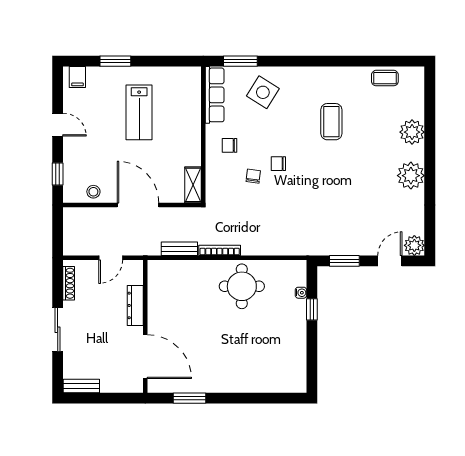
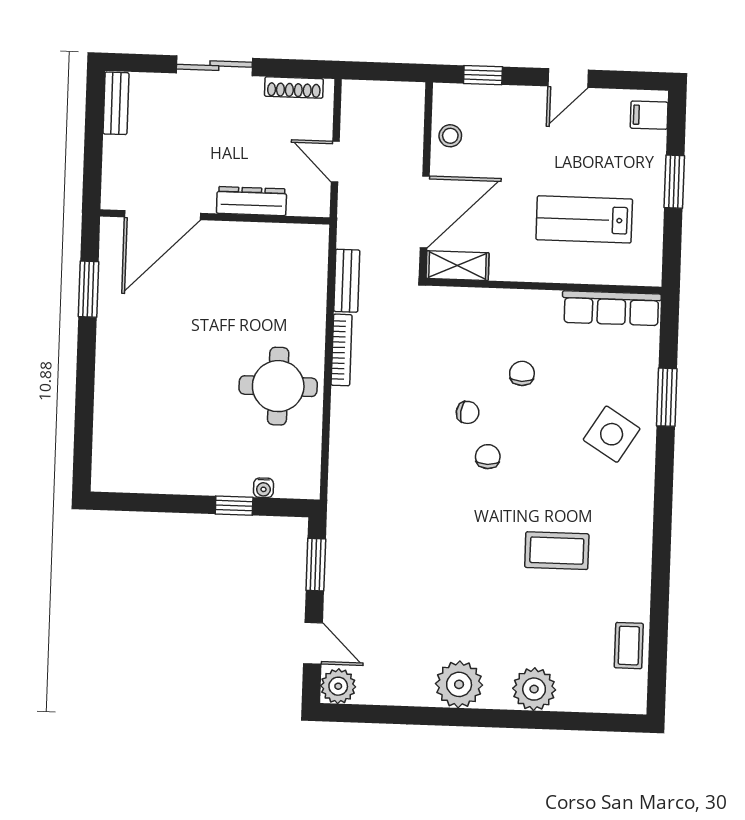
row of seats: (215, 95) -> (611, 308), moved
wall: (203, 135) -> (544, 286), moved
shelving: (193, 185) -> (457, 266), moved

